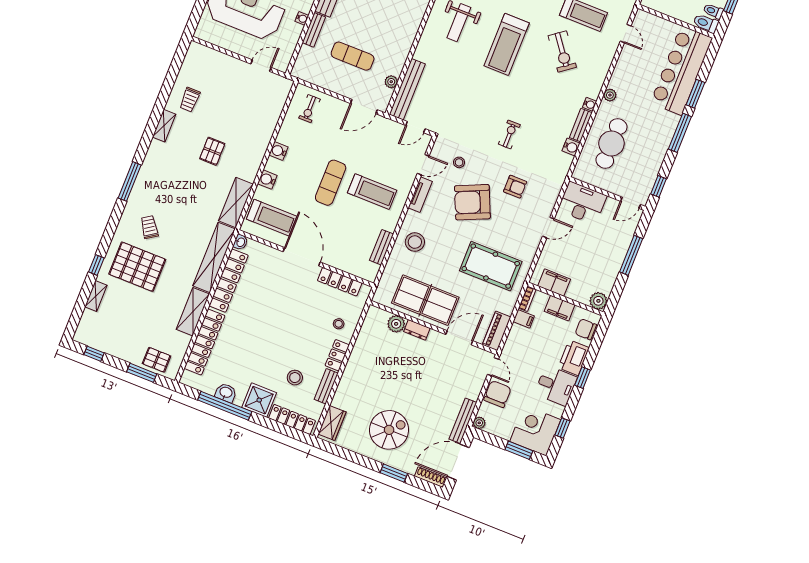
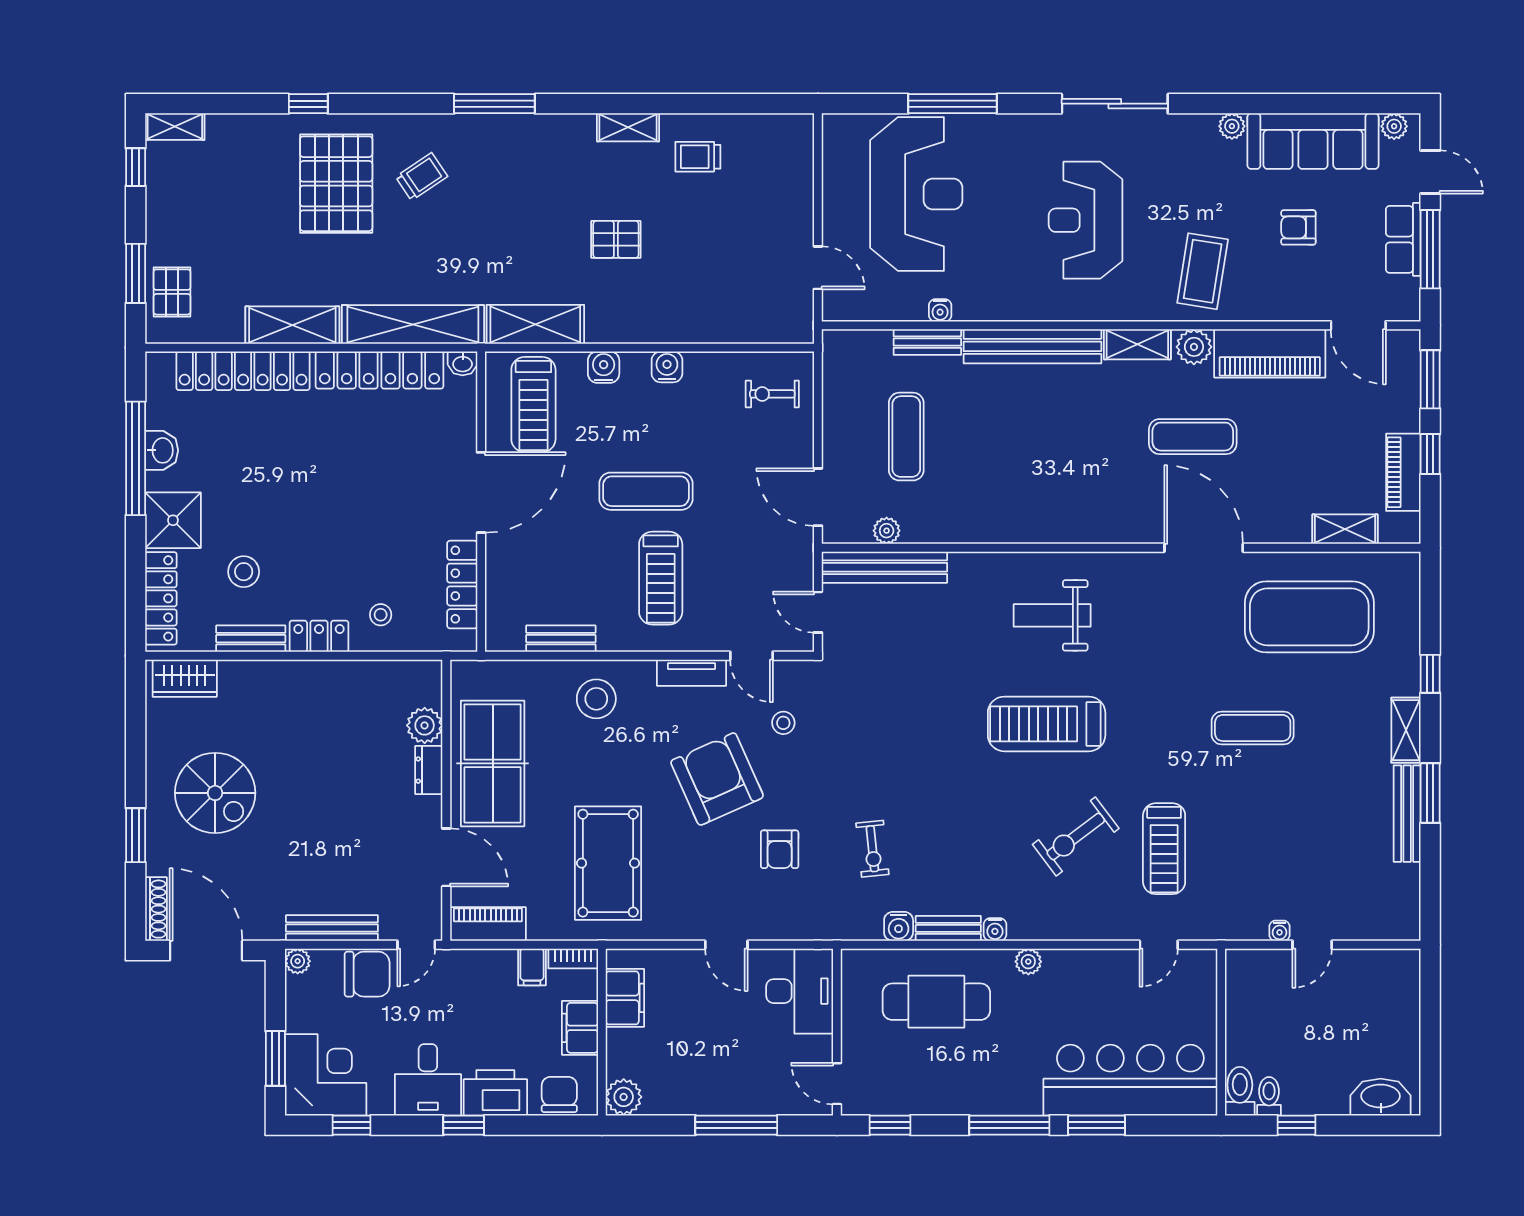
exercise bike: (509, 134) -> (872, 849), moved, turned 84
shelving: (96, 296) -> (175, 127), moved
bench: (463, 421) -> (332, 928), moved

